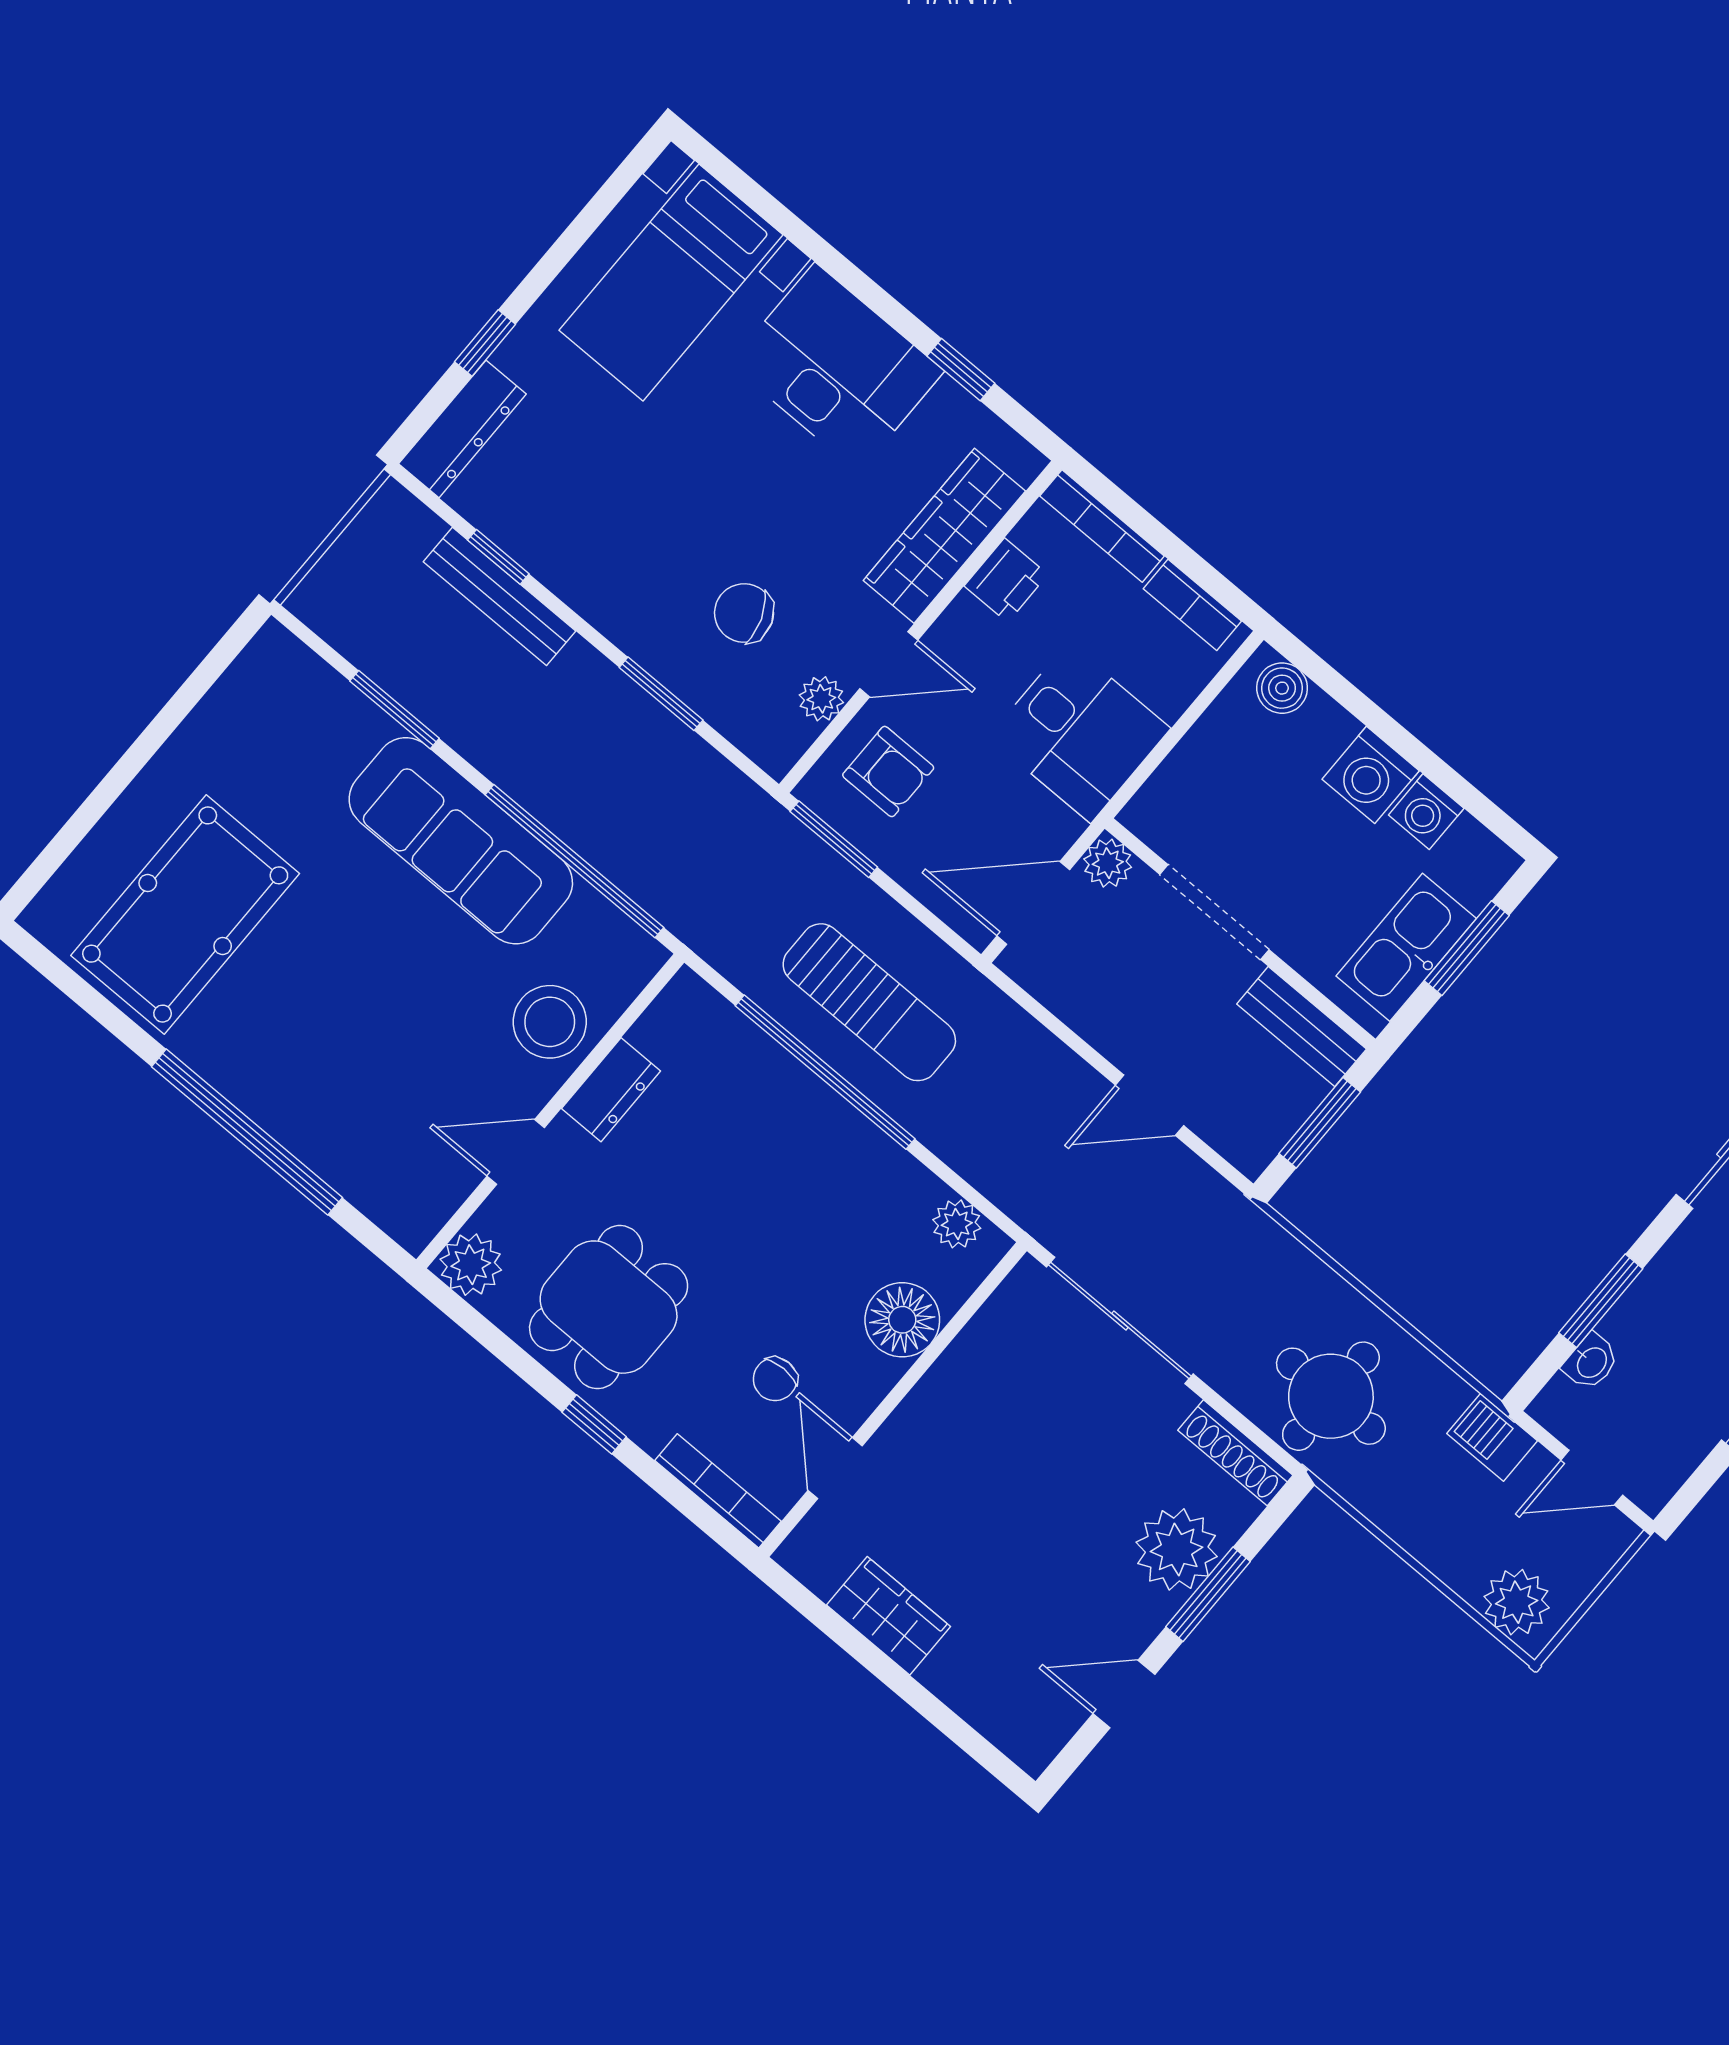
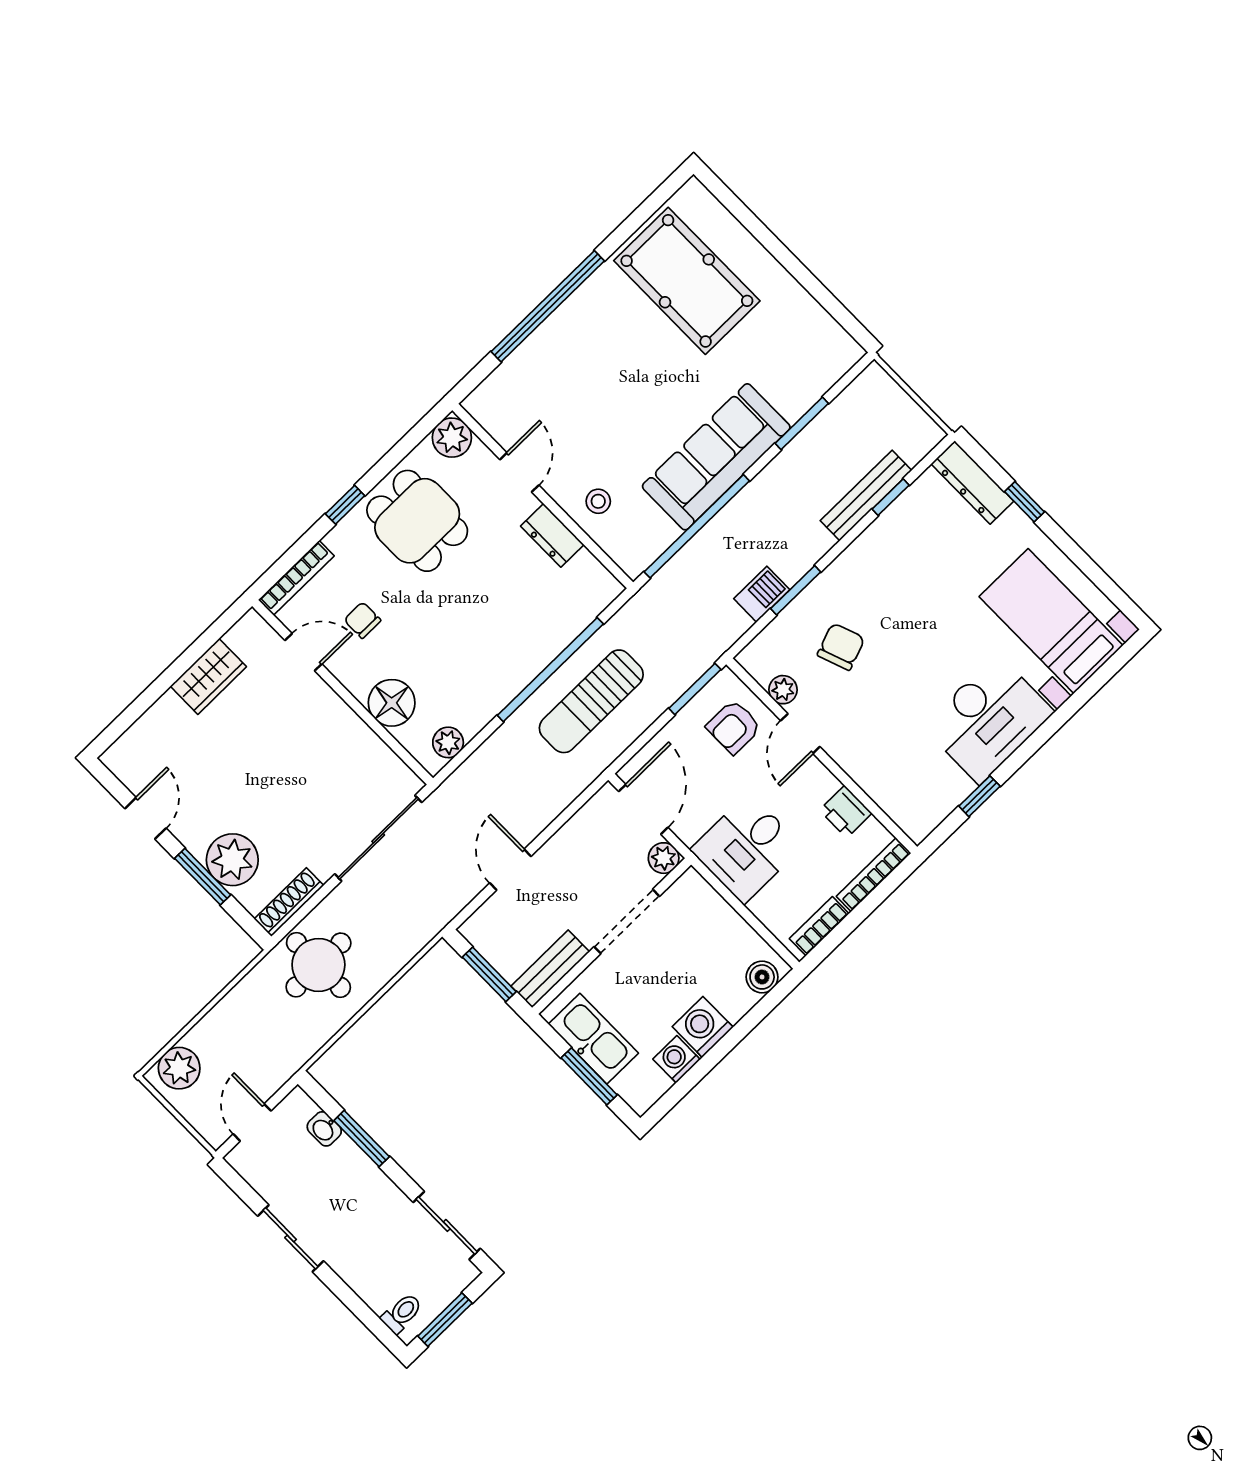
wardrobe: (944, 536) -> (877, 776), removed
stool: (550, 1022) -> (598, 501), width x0.53, depth x0.53
barbecue: (1492, 1437) -> (762, 594), moved

